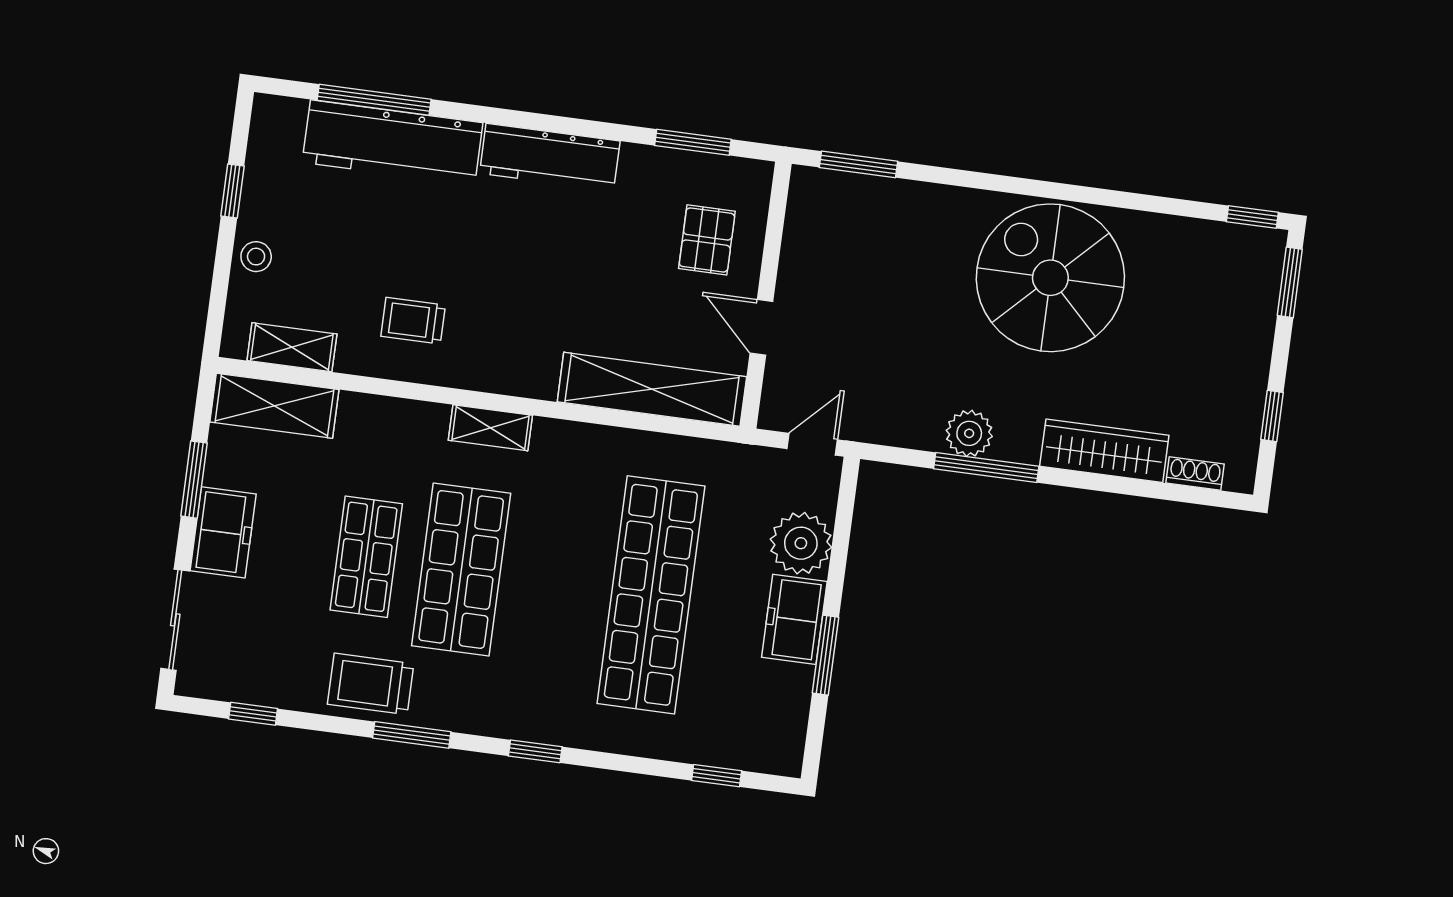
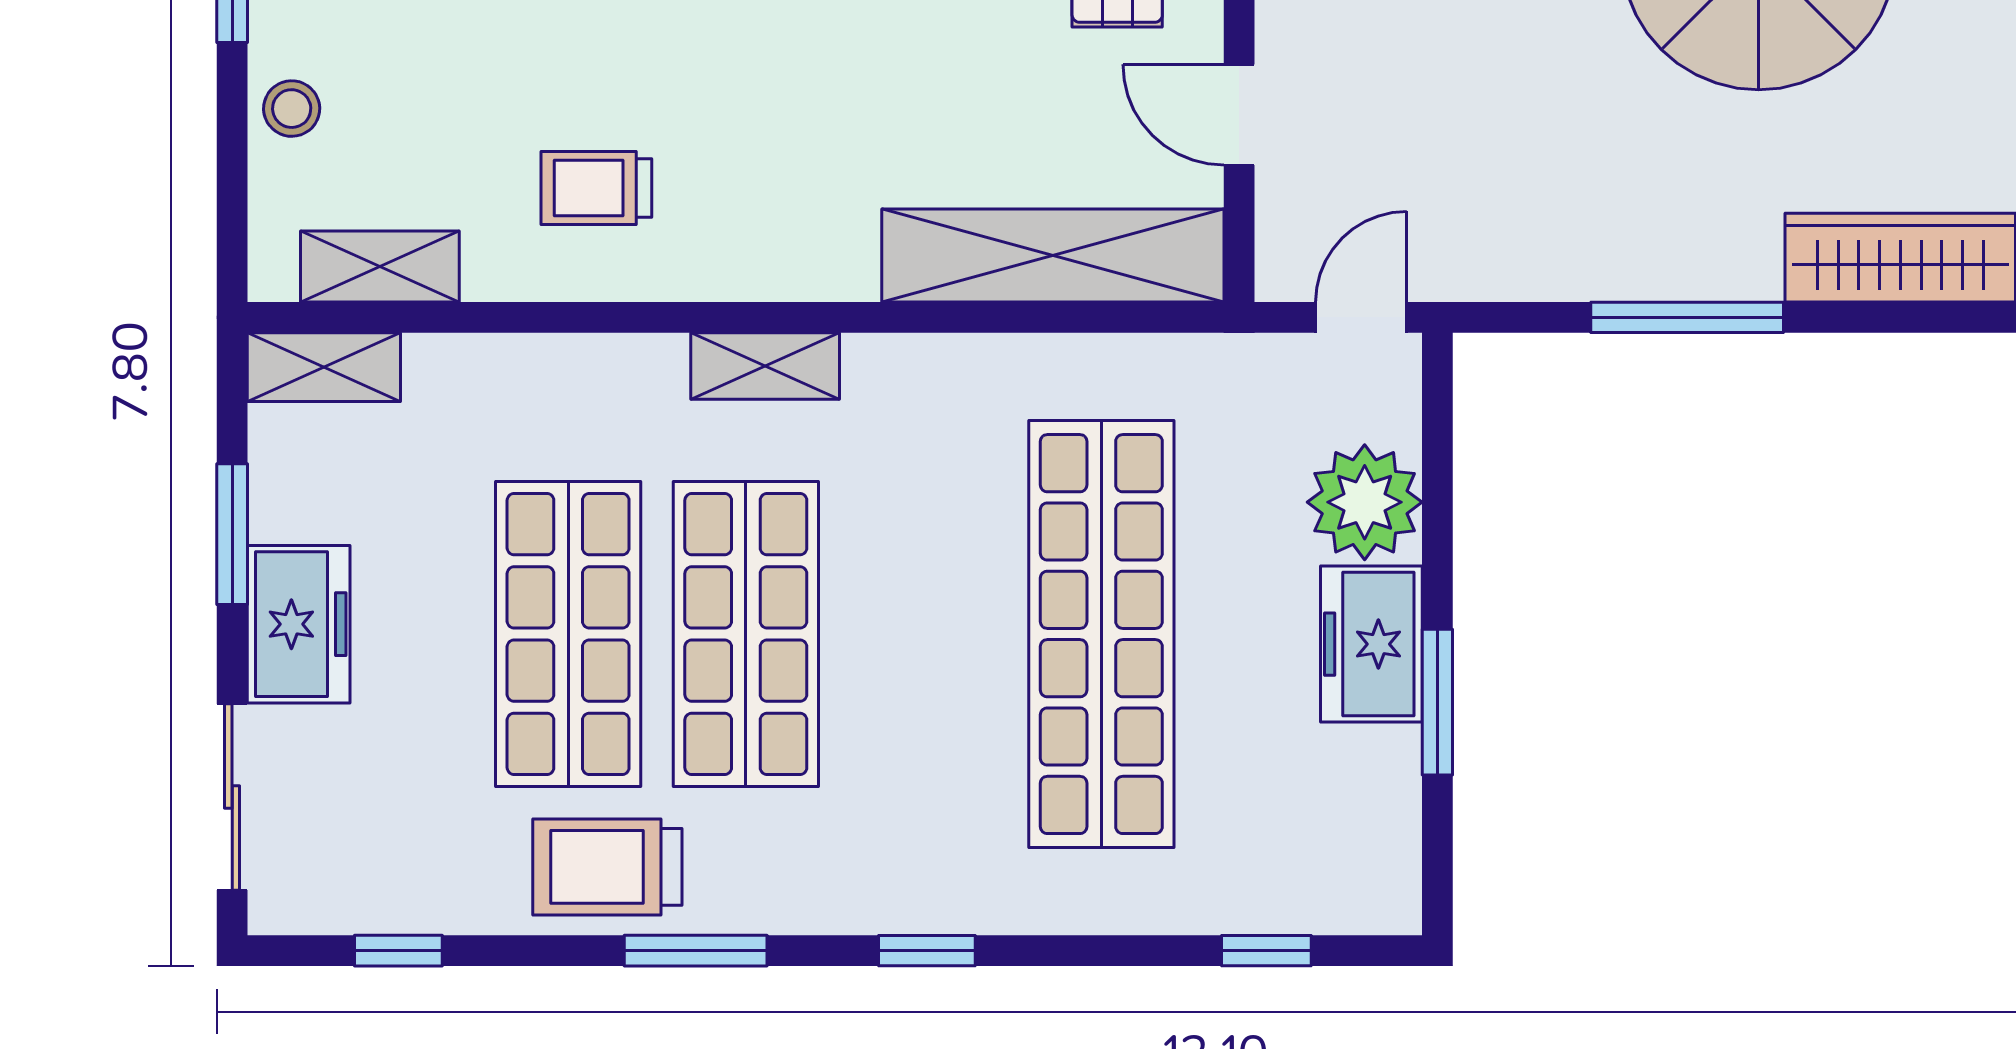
shelving: (274, 406) -> (324, 367), width x0.67, depth x0.75
plant: (969, 433) -> (1647, 259), removed
shop shelf: (366, 557) -> (568, 634), width x1.43, depth x1.36

